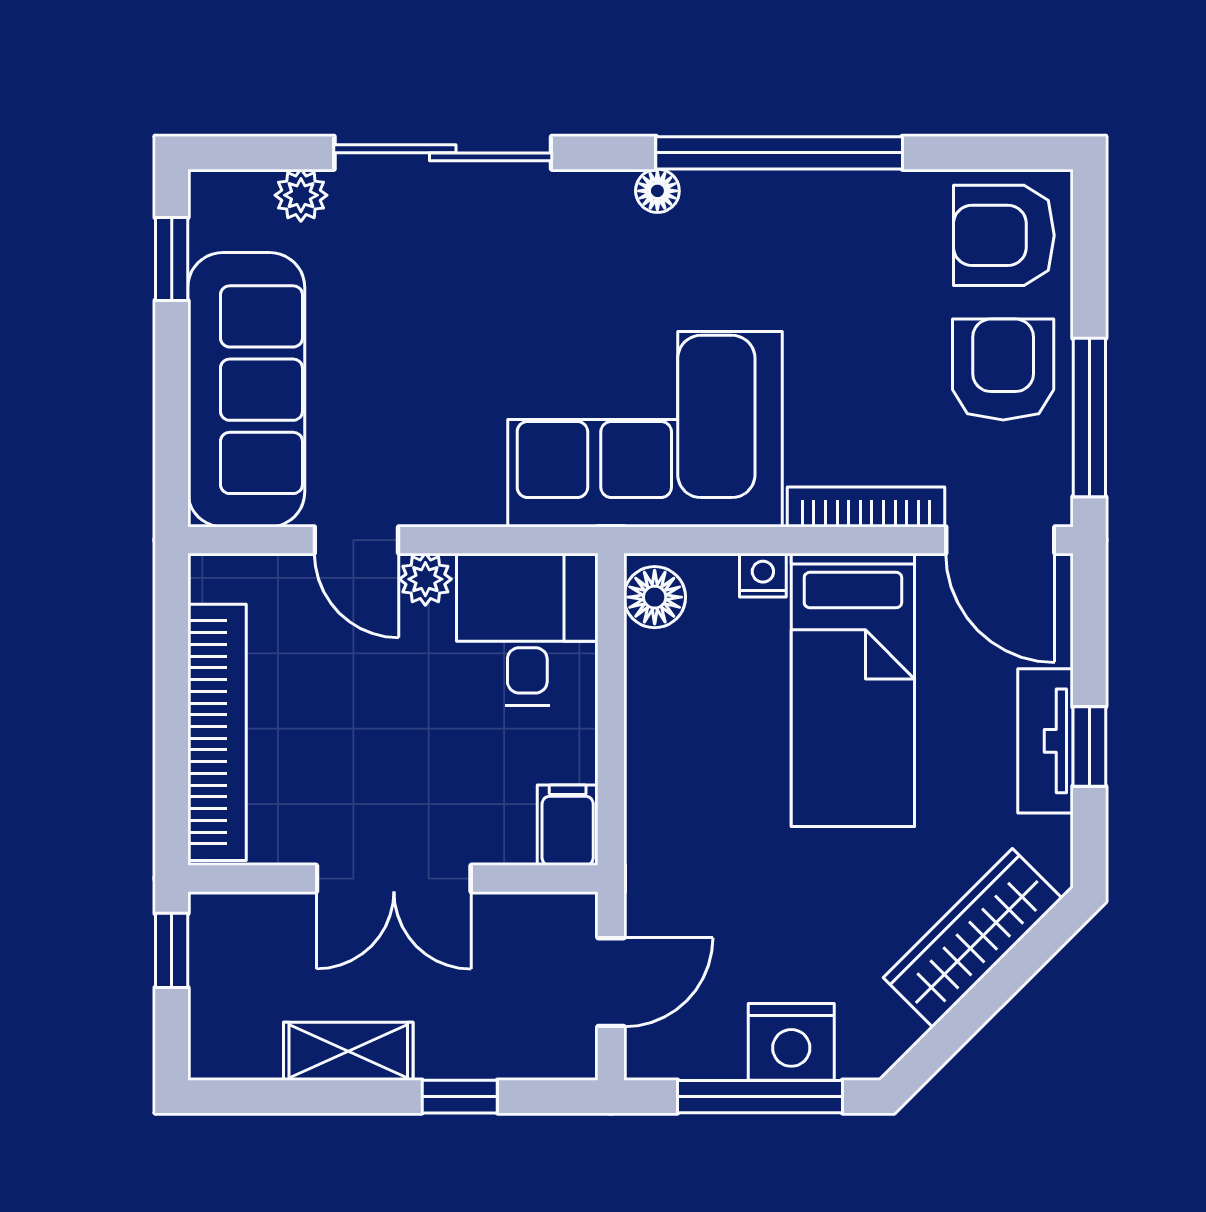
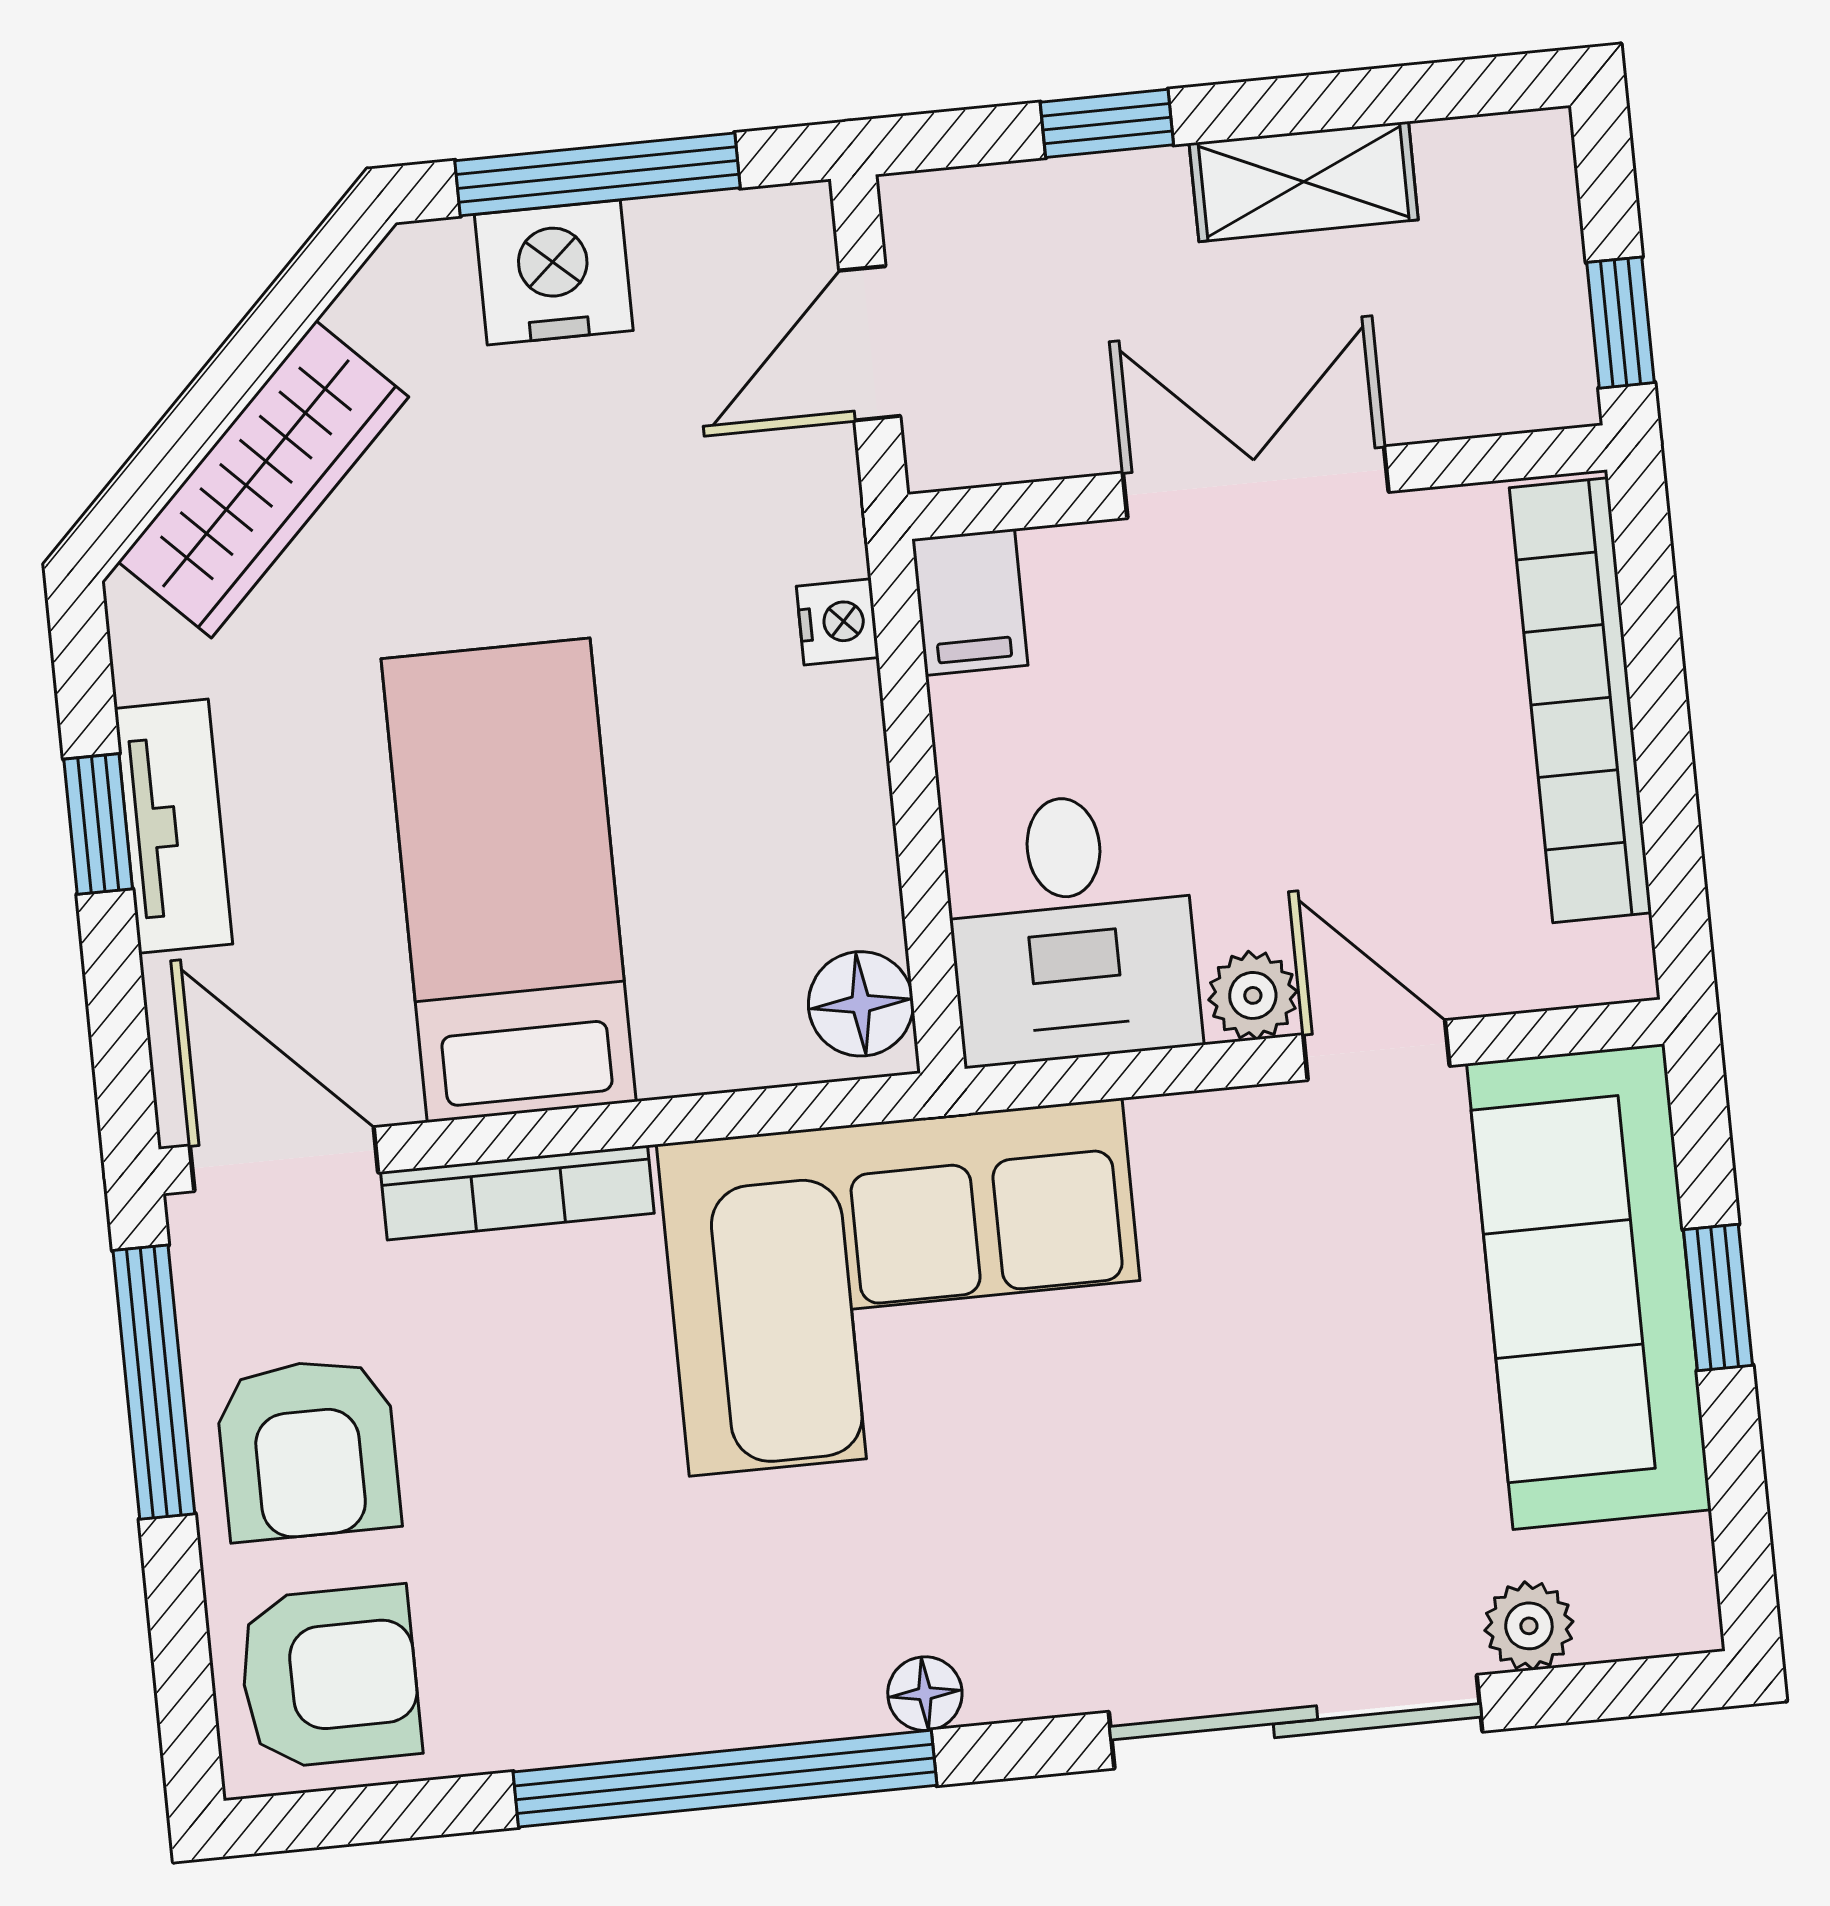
window: (172, 259) -> (1718, 1298), moved
nightstand: (763, 575) -> (838, 622), moved, turned -90

